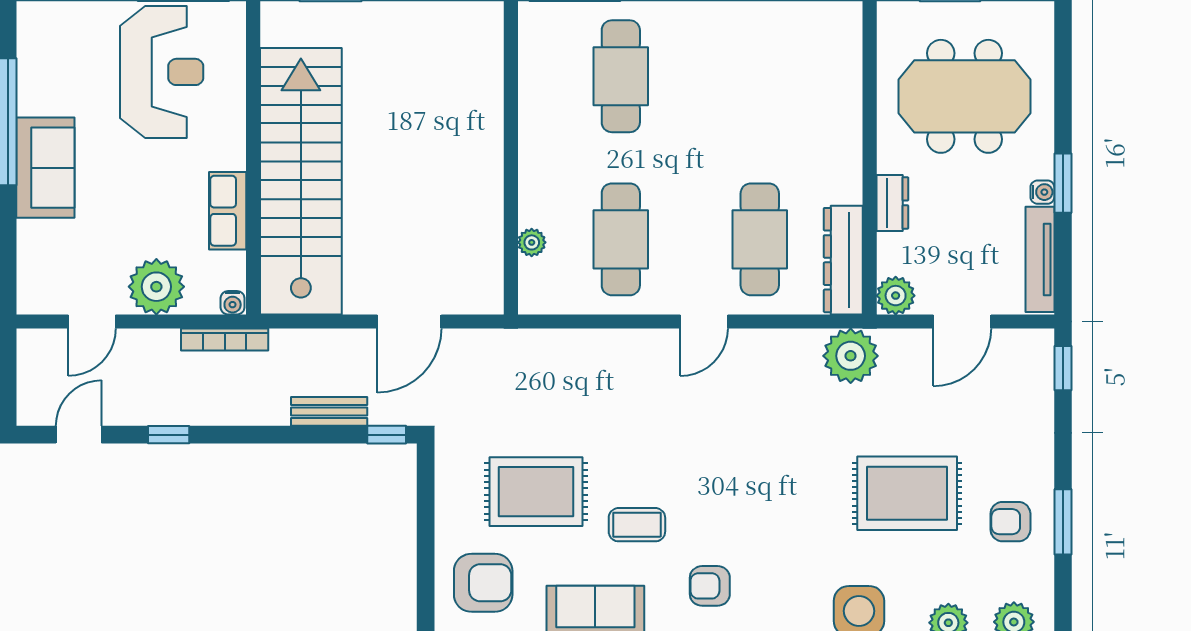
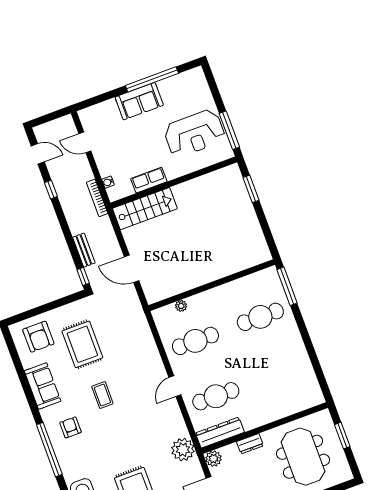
stairs: (301, 181) -> (145, 209), width x0.54, depth x0.66
plant: (156, 287) -> (108, 163), removed
water cooler: (233, 303) -> (108, 182), moved
door: (704, 321) -> (175, 386), hinge flipped
coffee table: (637, 525) -> (102, 395), moved

